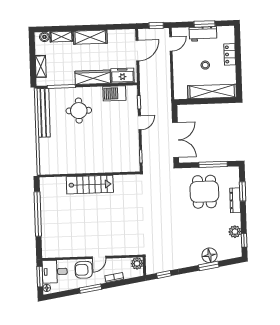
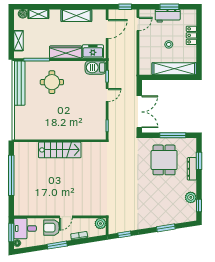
shelving: (90, 37) -> (76, 15), moved
barbecue: (114, 93) -> (96, 68), moved
floor lamp: (209, 255) -> (167, 218), removed

